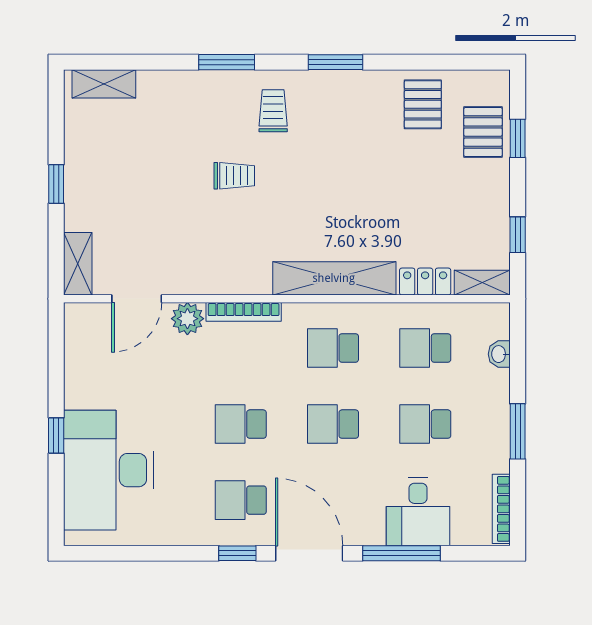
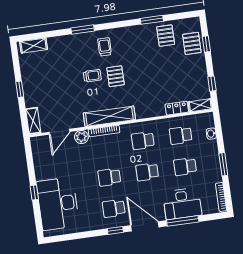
window: (335, 62) -> (152, 20), moved
pallet: (289, 185) -> (116, 76), added
shelving: (334, 278) -> (109, 116), moved
desk: (418, 512) -> (182, 204), width x1.37

